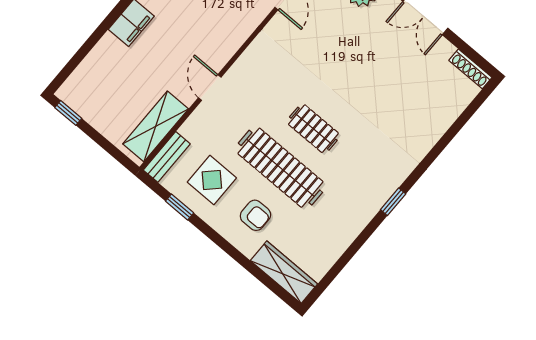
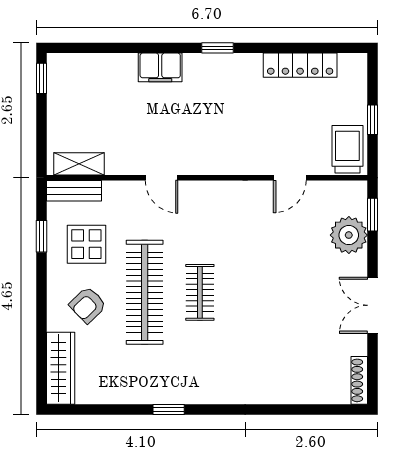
door: (210, 87) -> (162, 178), swing flipped
shelving: (156, 126) -> (79, 164), width x0.67, depth x0.75
window: (393, 202) -> (169, 409), moved
armchair: (255, 215) -> (88, 305), turned 46

